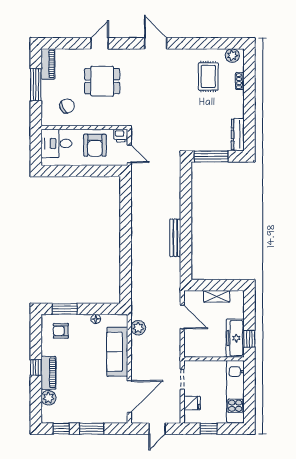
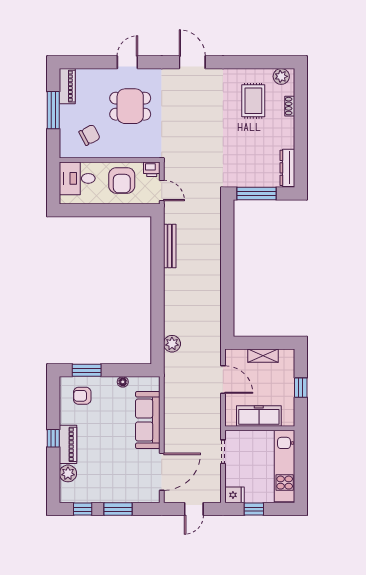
bench: (175, 238) -> (170, 246), moved
plant: (138, 328) -> (172, 344), moved
freezer: (235, 338) -> (259, 416), moved, turned 90
window: (249, 339) -> (301, 388), moved
fridge: (192, 403) -> (234, 495), moved

